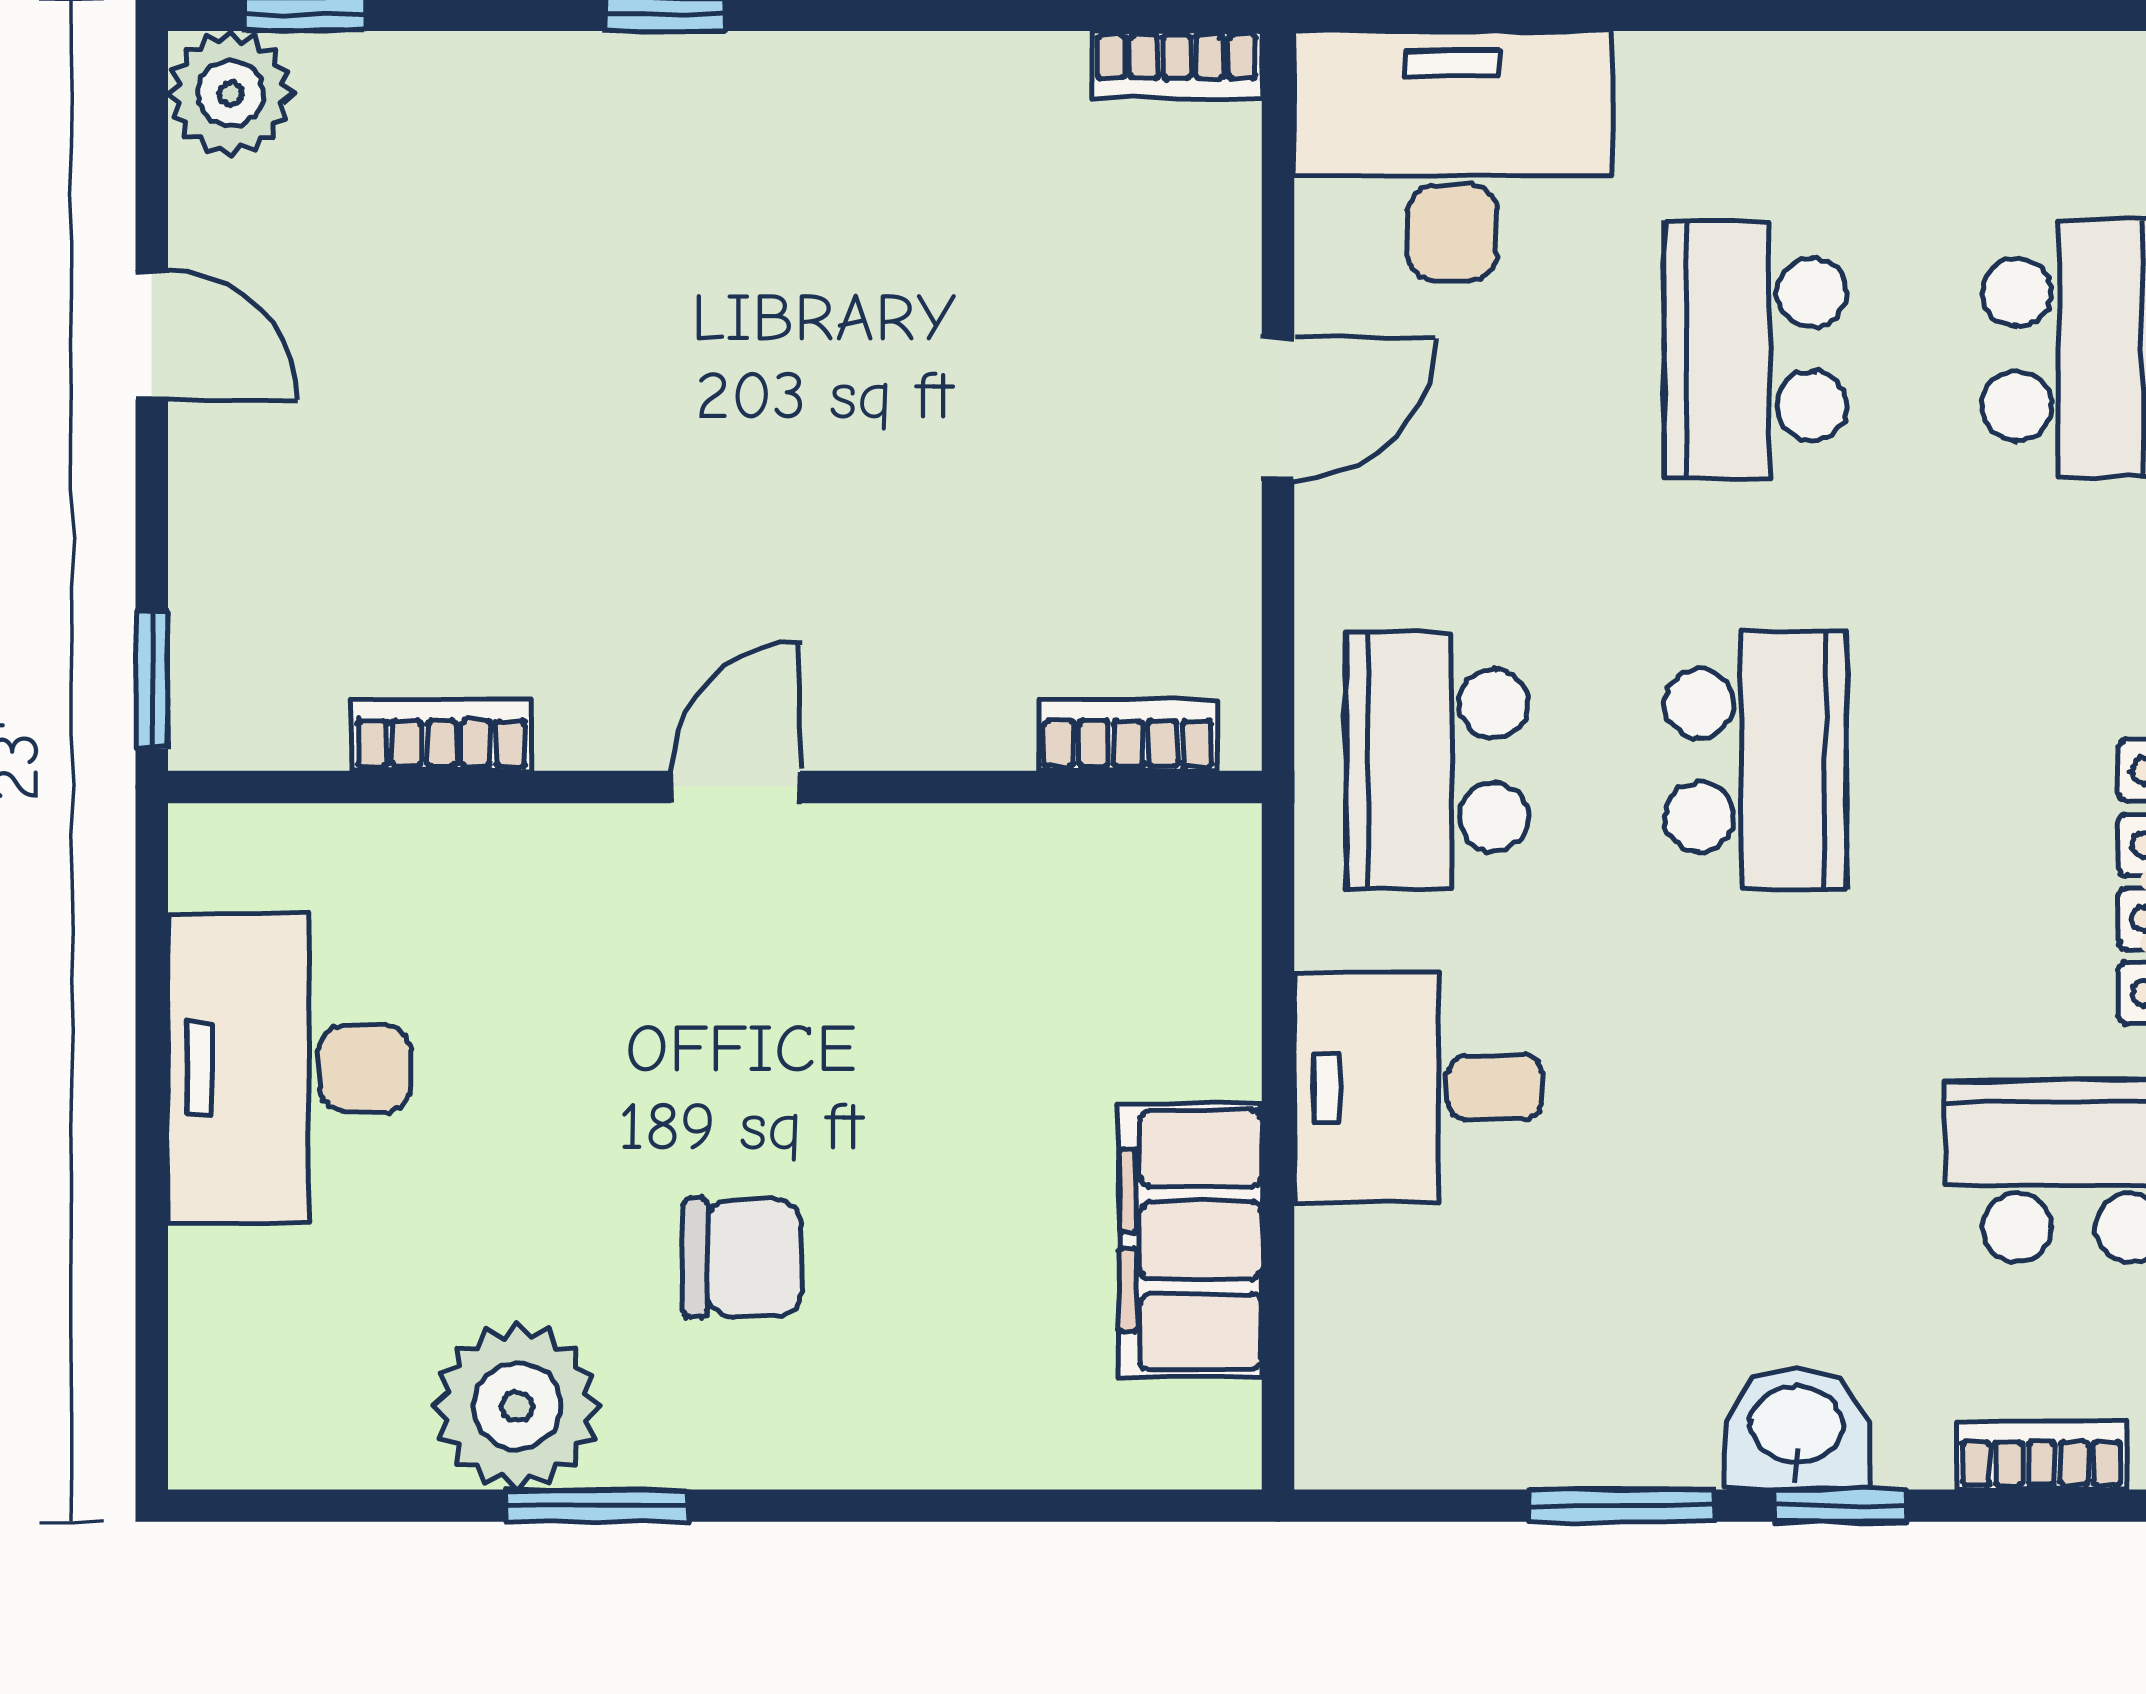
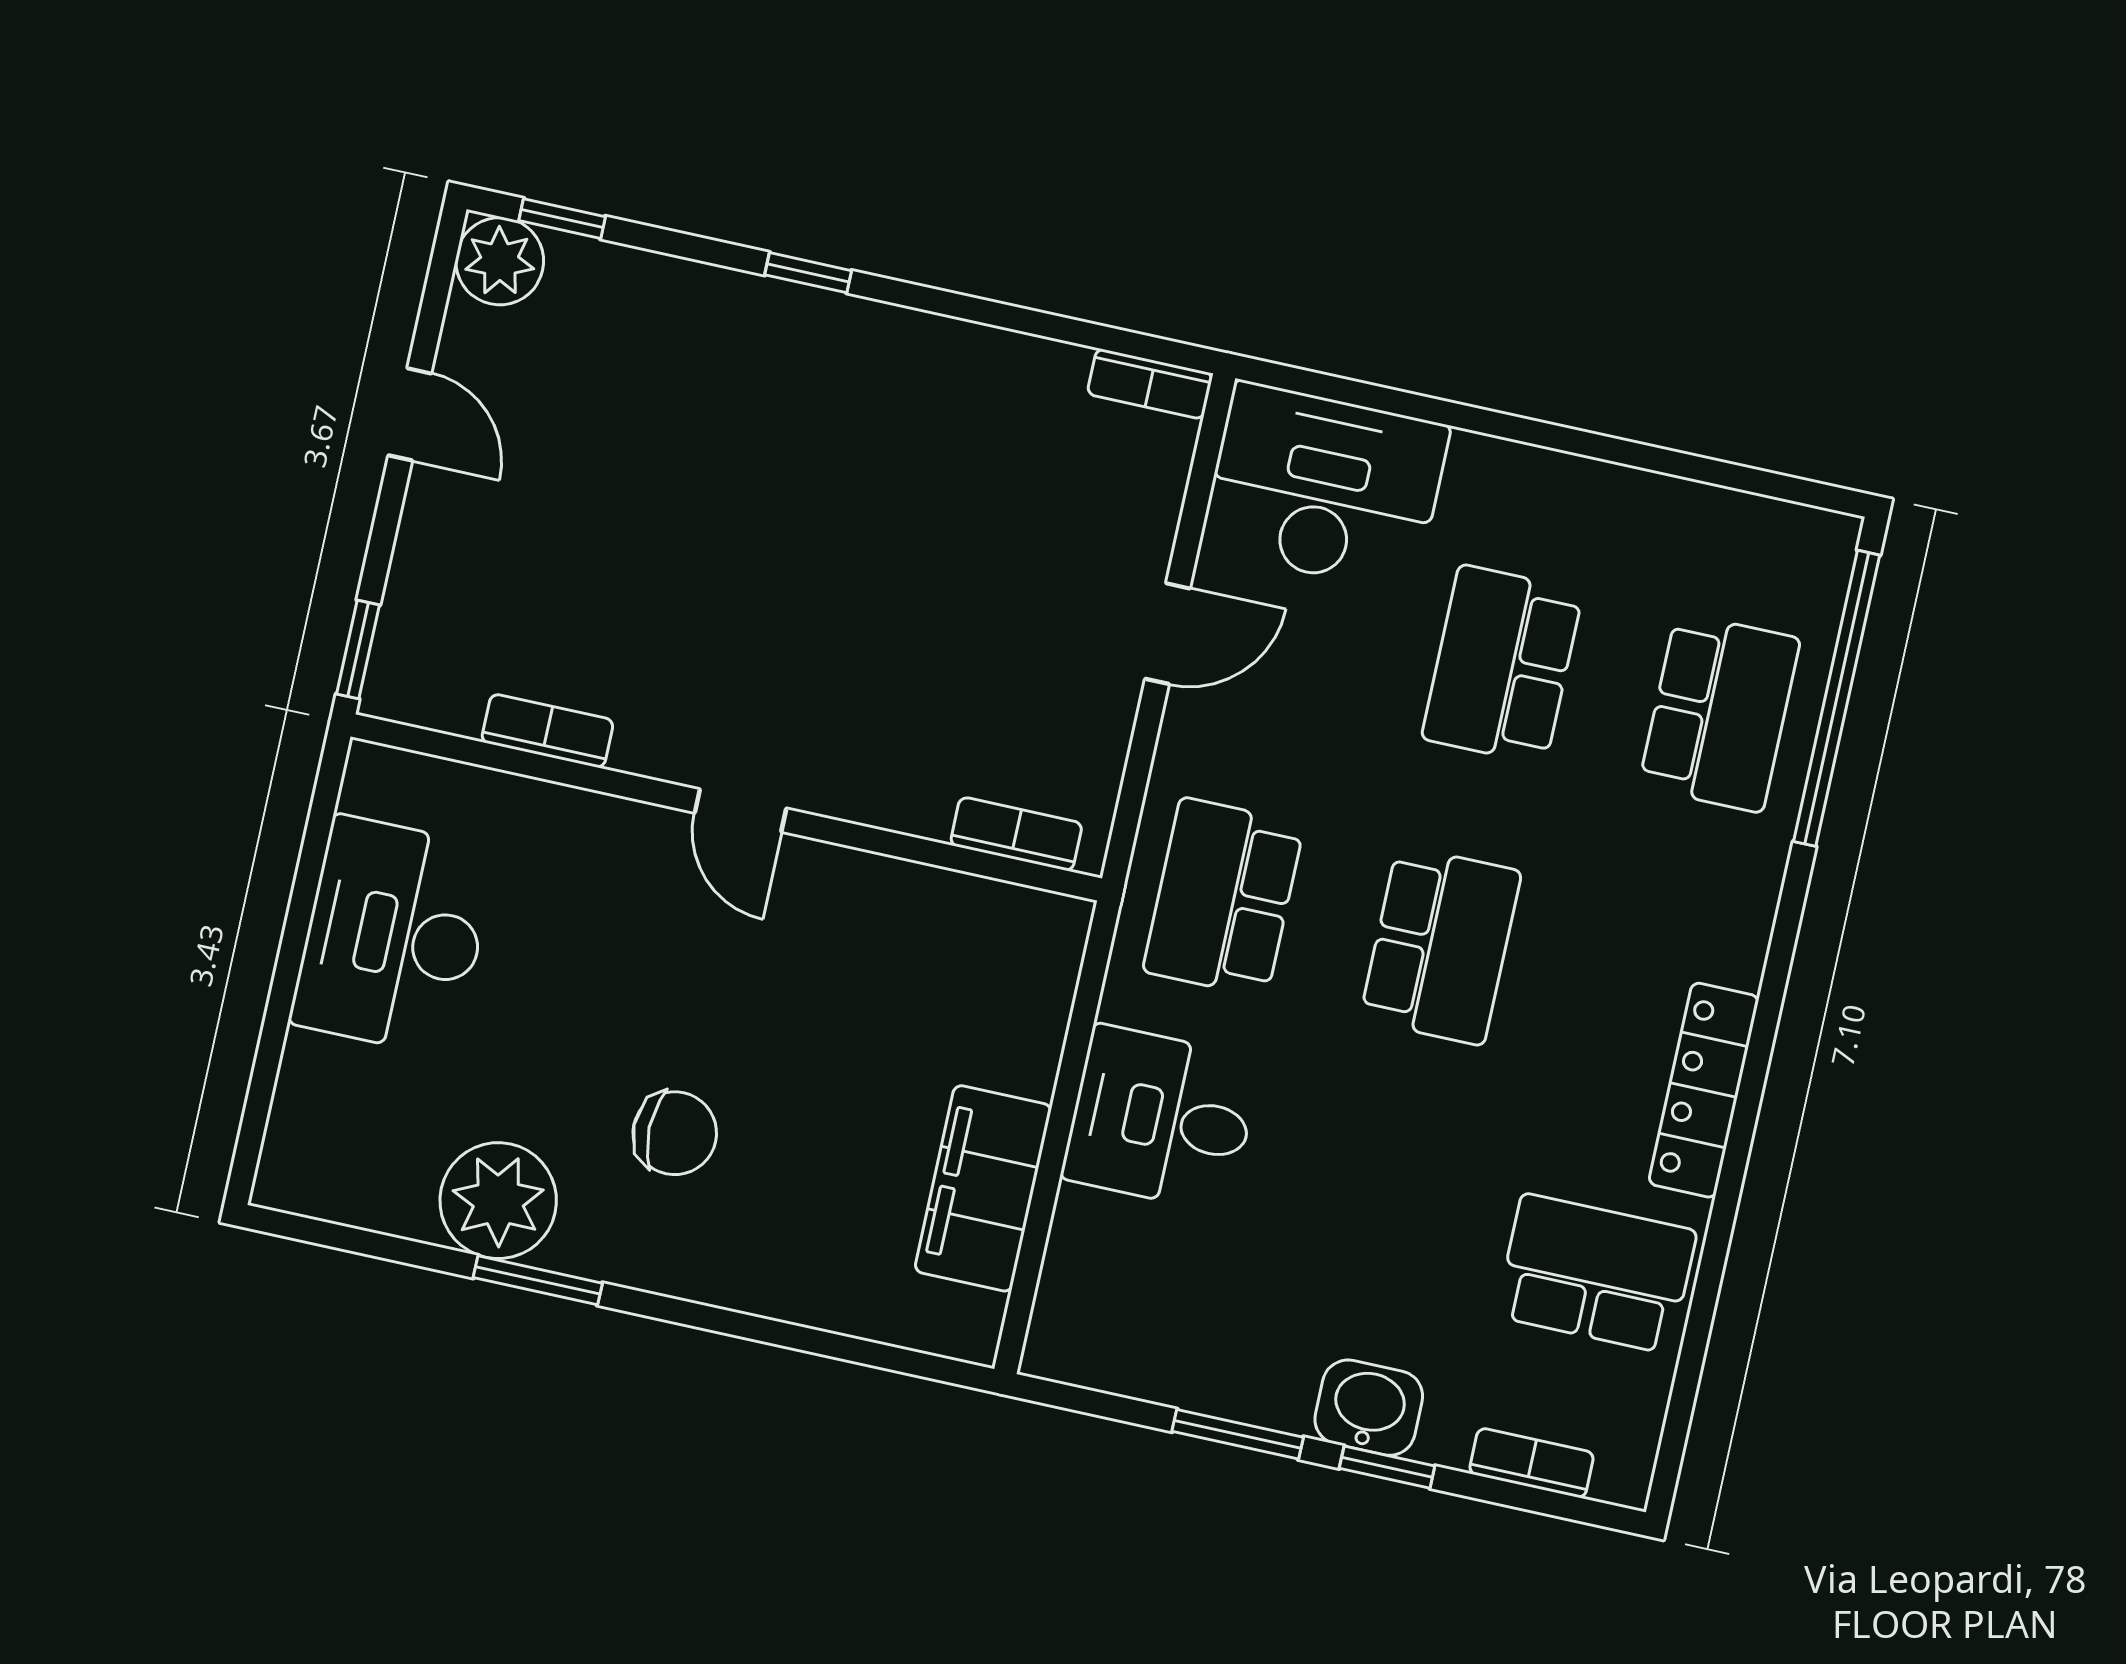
door: (736, 787) -> (741, 811), swing flipped

